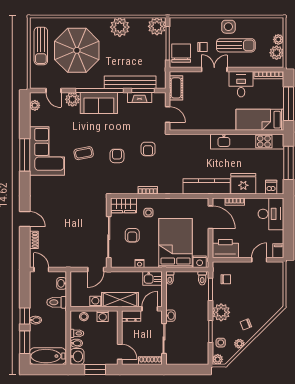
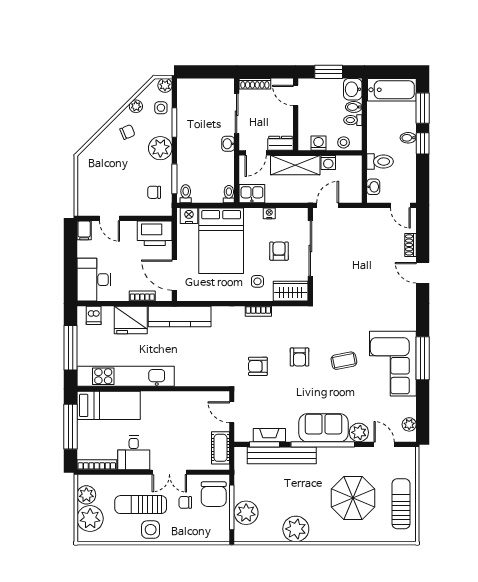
plant: (157, 26) -> (246, 513), moved
plant: (278, 39) -> (90, 519), width x1.87, depth x1.87
parasol: (77, 50) -> (353, 498), width x0.73, depth x0.73
armchair: (148, 149) -> (258, 366), turned -90
door: (259, 260) -> (110, 218), hinge flipped

